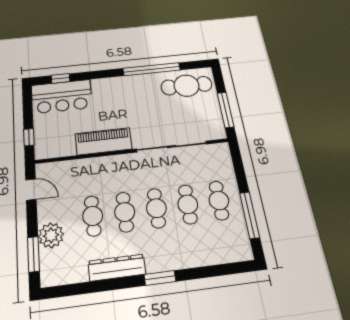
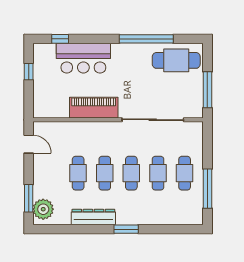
bar counter: (62, 96) -> (83, 58), moved
window: (29, 137) -> (29, 72), moved
plant: (51, 235) -> (43, 209), moved

